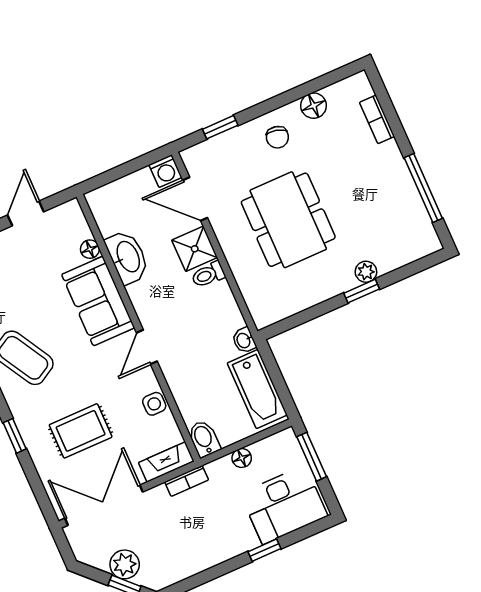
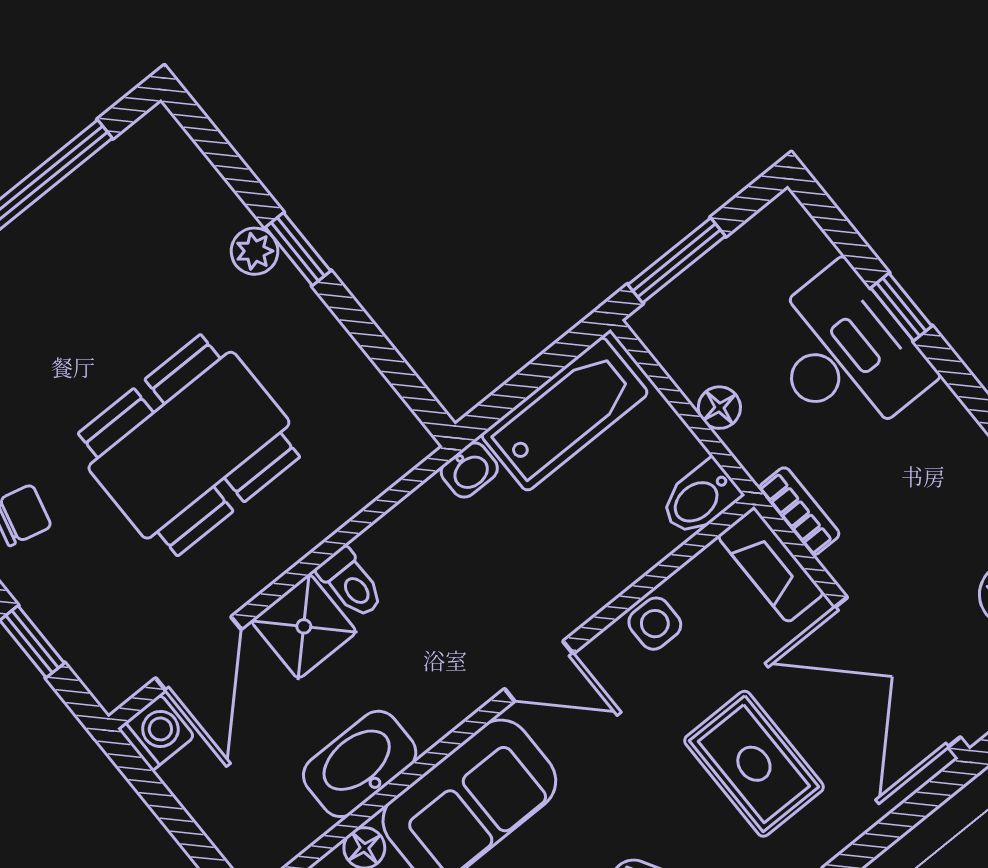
desk: (284, 505) -> (845, 354), moved

